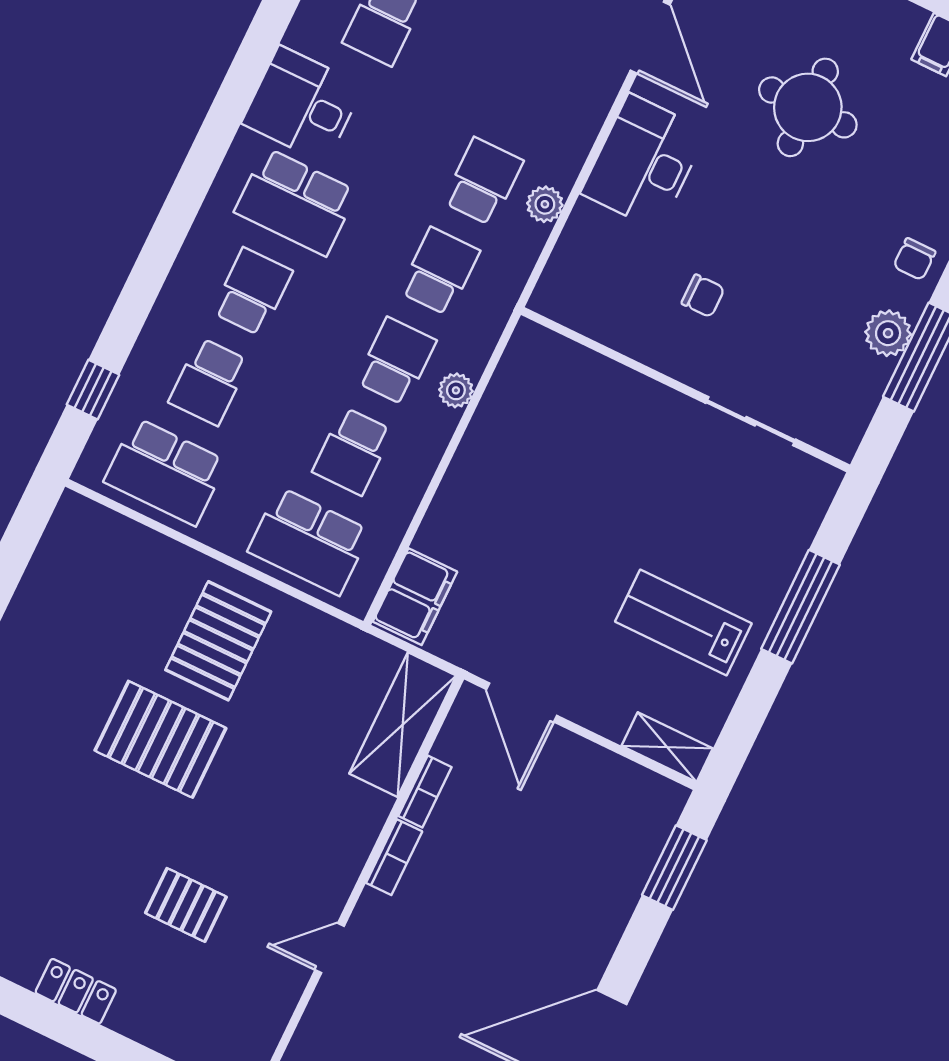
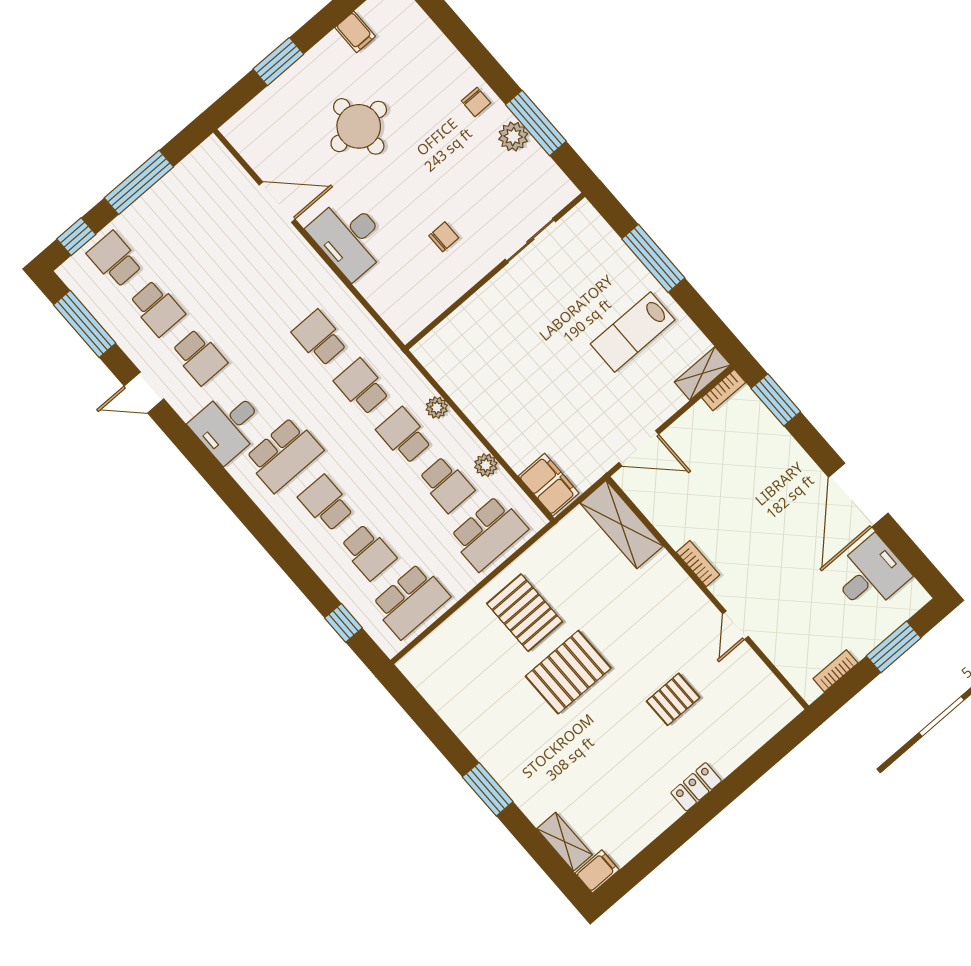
plant: (545, 204) -> (486, 465), moved
bookcase: (425, 792) -> (724, 390), moved, turned 90

